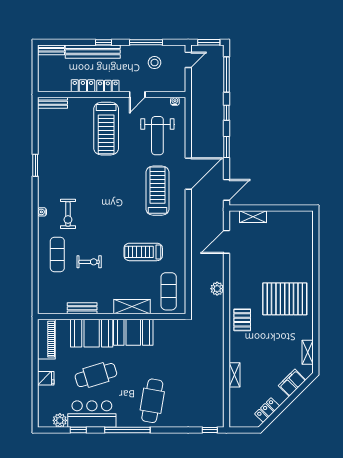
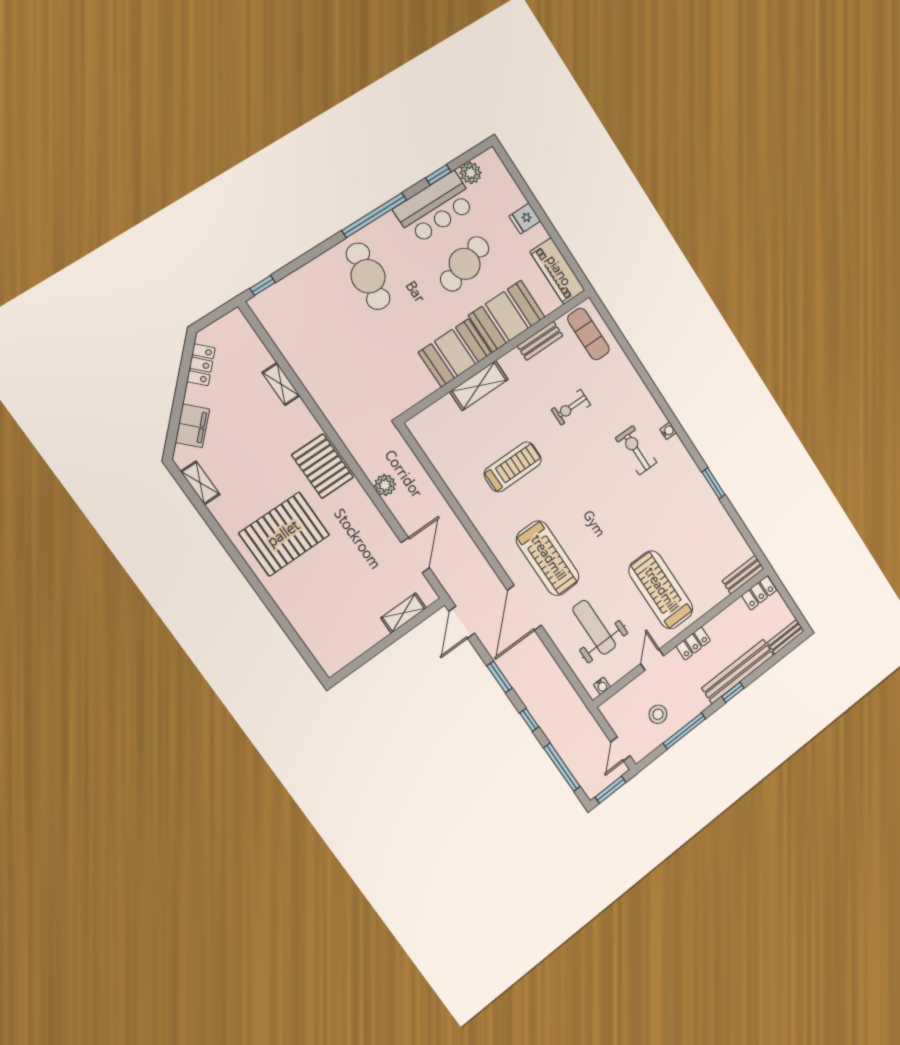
locker: (83, 86) -> (759, 593), moved
exercise mat: (57, 254) -> (588, 334), moved
exercise mat: (169, 291) -> (446, 438), removed
pallet: (242, 320) -> (323, 466), width x1.50, depth x1.42

